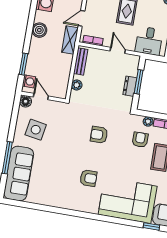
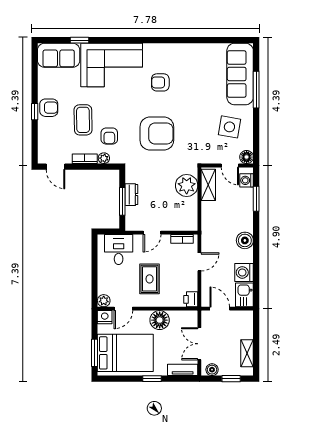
shelving: (70, 40) -> (208, 185), moved
door: (118, 50) -> (152, 233), hinge flipped
bench: (81, 61) -> (192, 213), removed
plant: (77, 85) -> (187, 186), width x1.88, depth x1.88
armchair: (99, 135) -> (157, 134), width x1.88, depth x1.88

